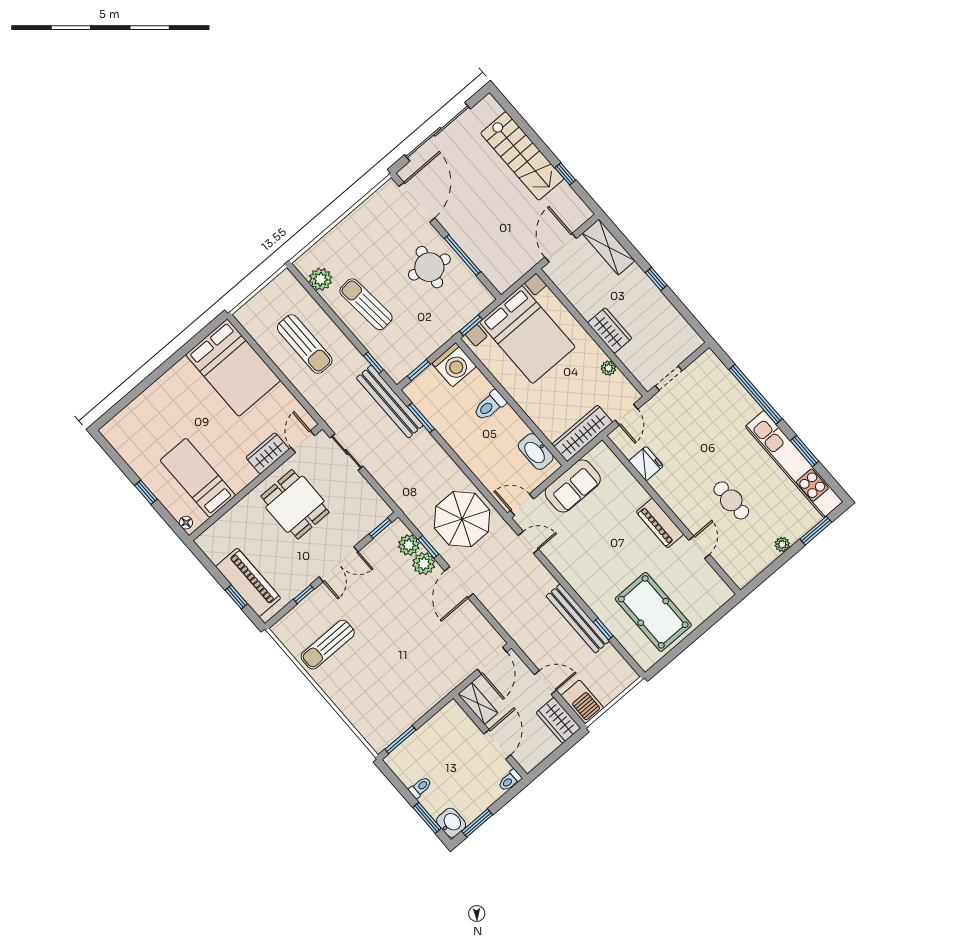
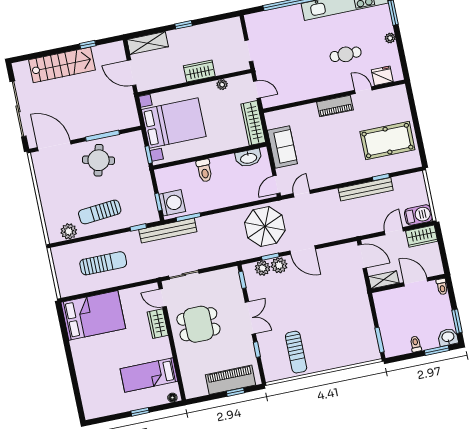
washing machine: (454, 365) -> (172, 203), moved
fridge: (646, 464) -> (382, 76), moved

